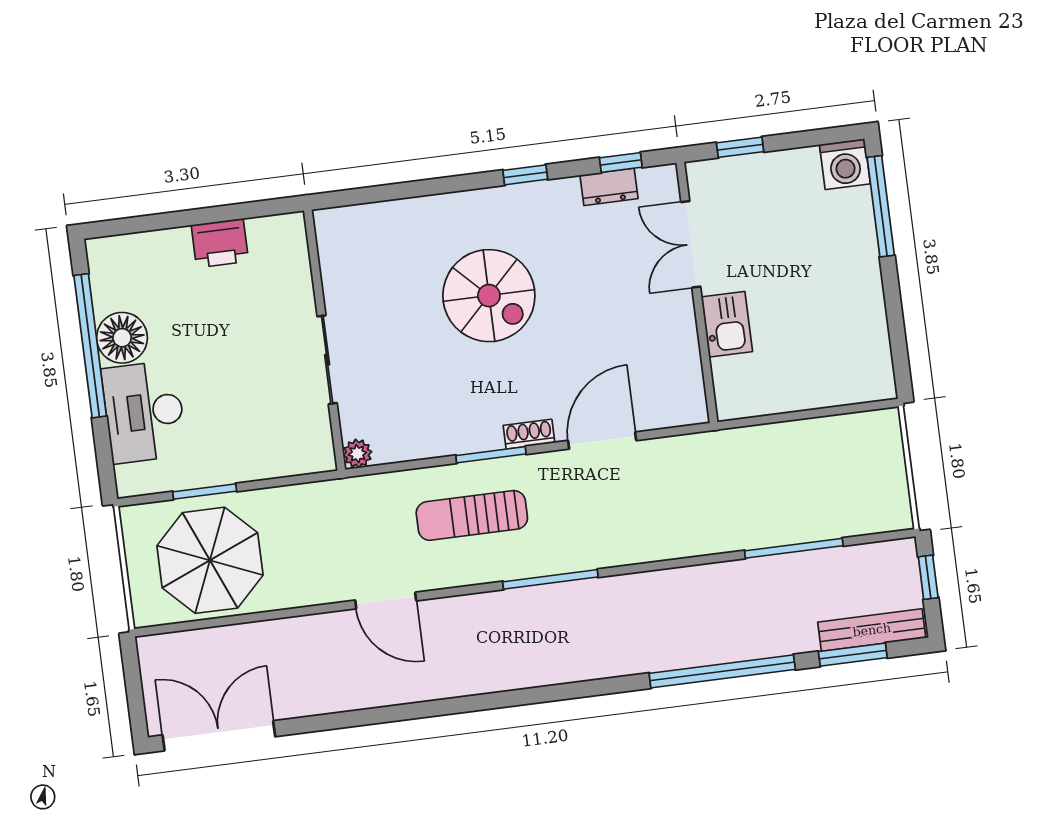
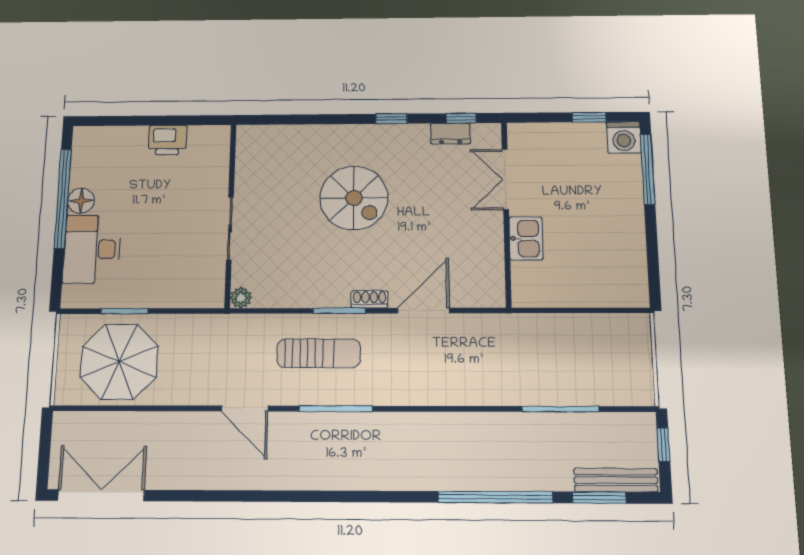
window: (740, 147) -> (589, 117), moved
floor lamp: (122, 338) -> (81, 201), width x0.73, depth x0.73
sun lounger: (472, 515) -> (319, 353), turned 180
window: (550, 579) -> (336, 409), moved

